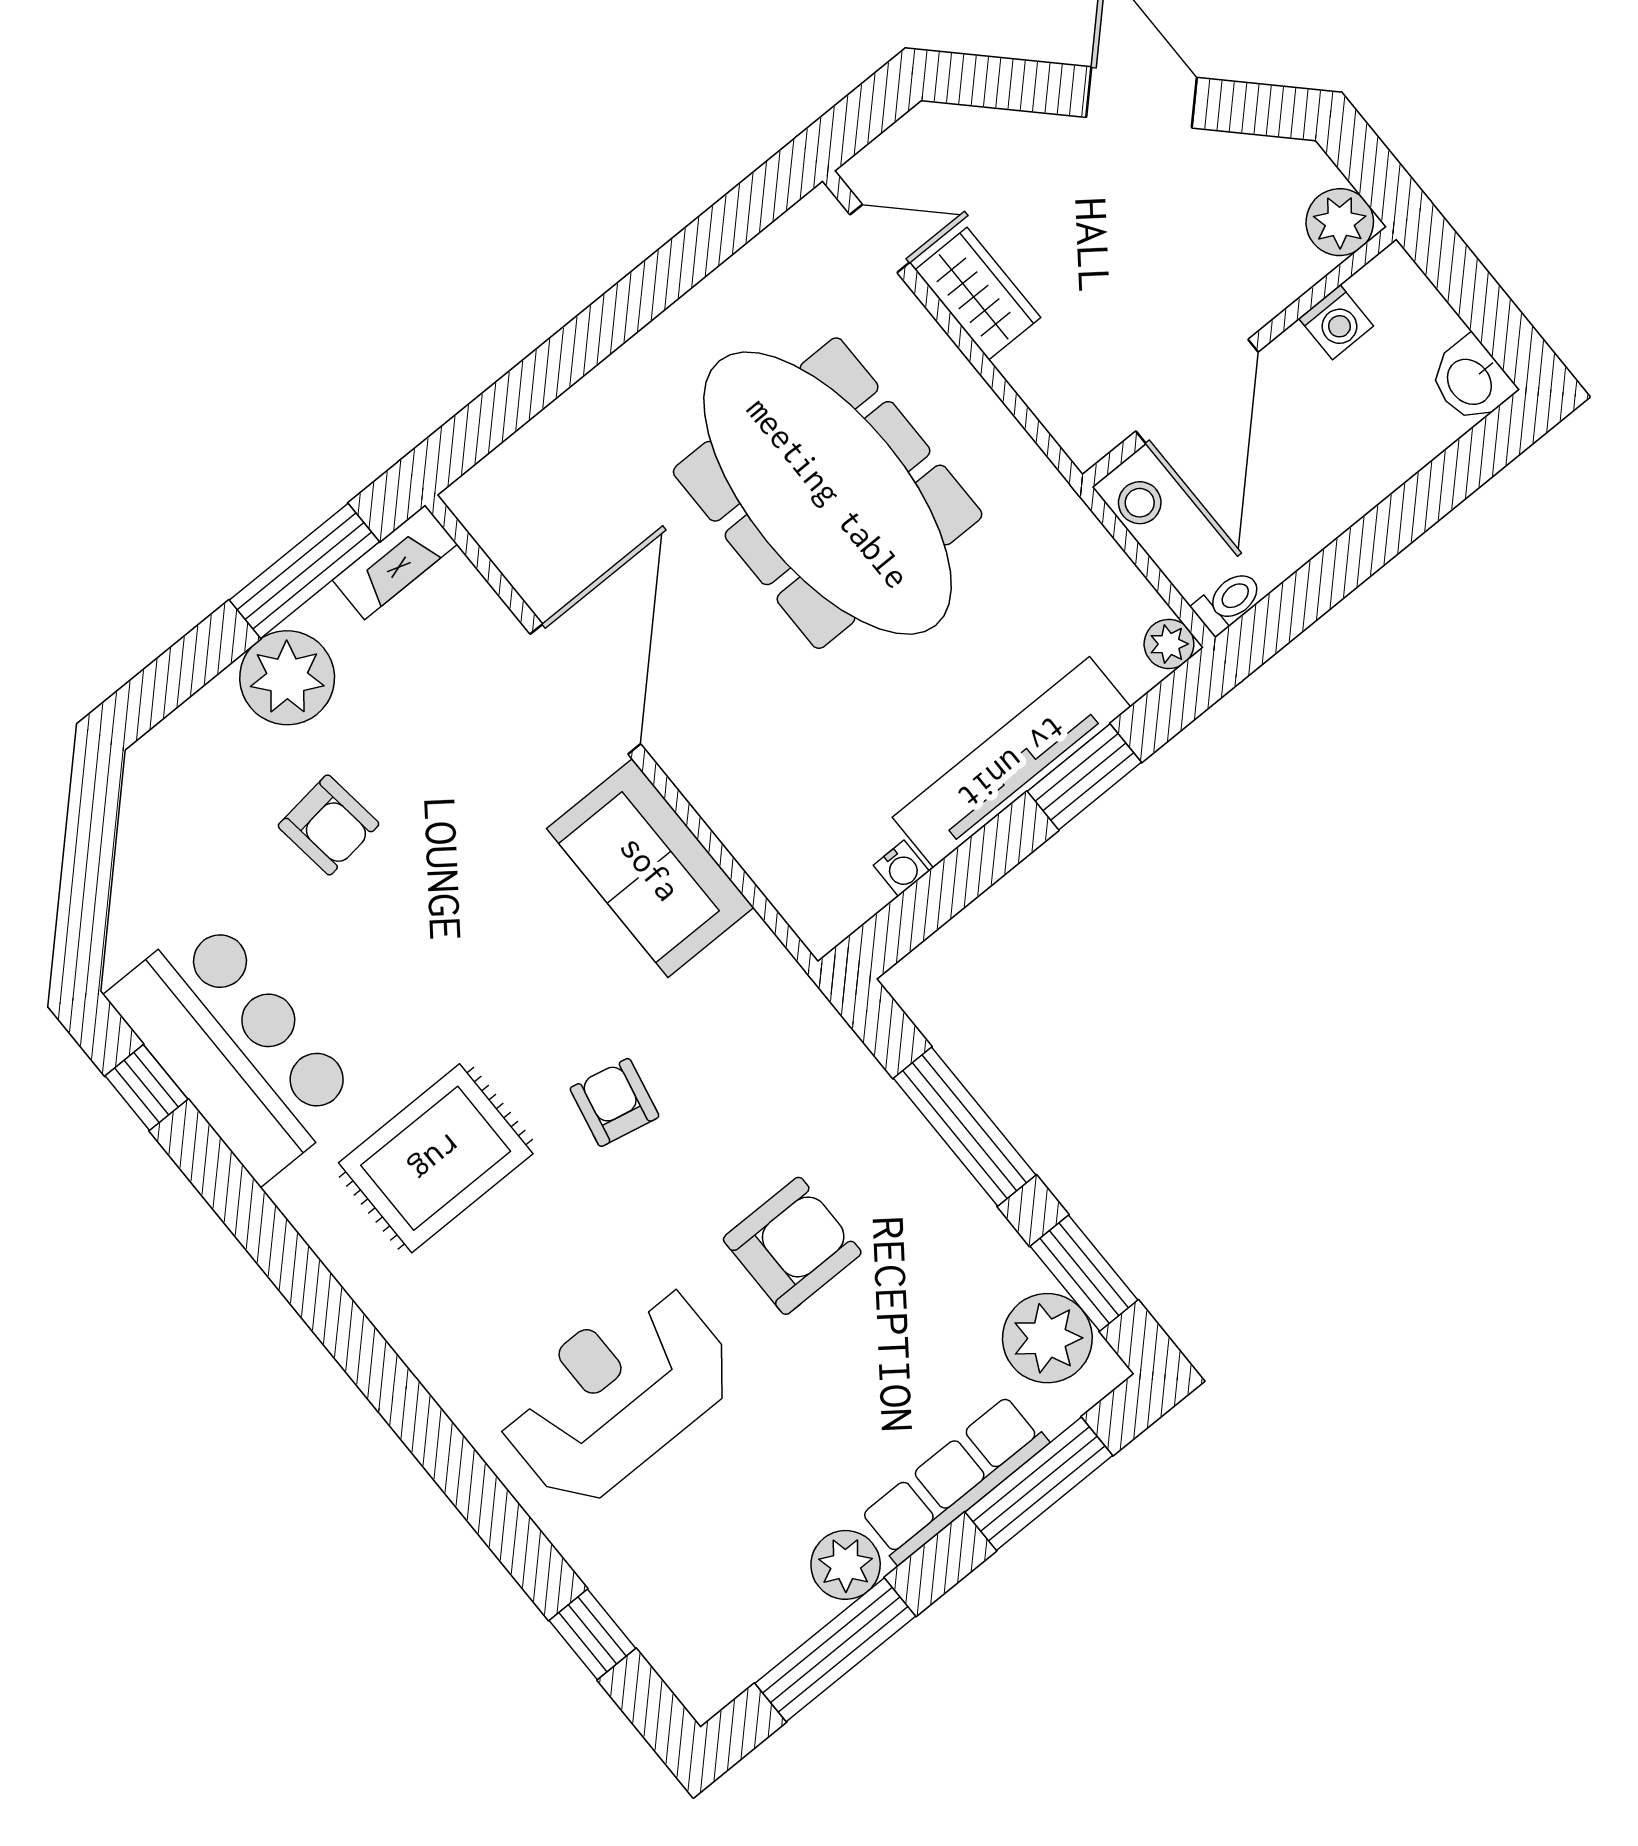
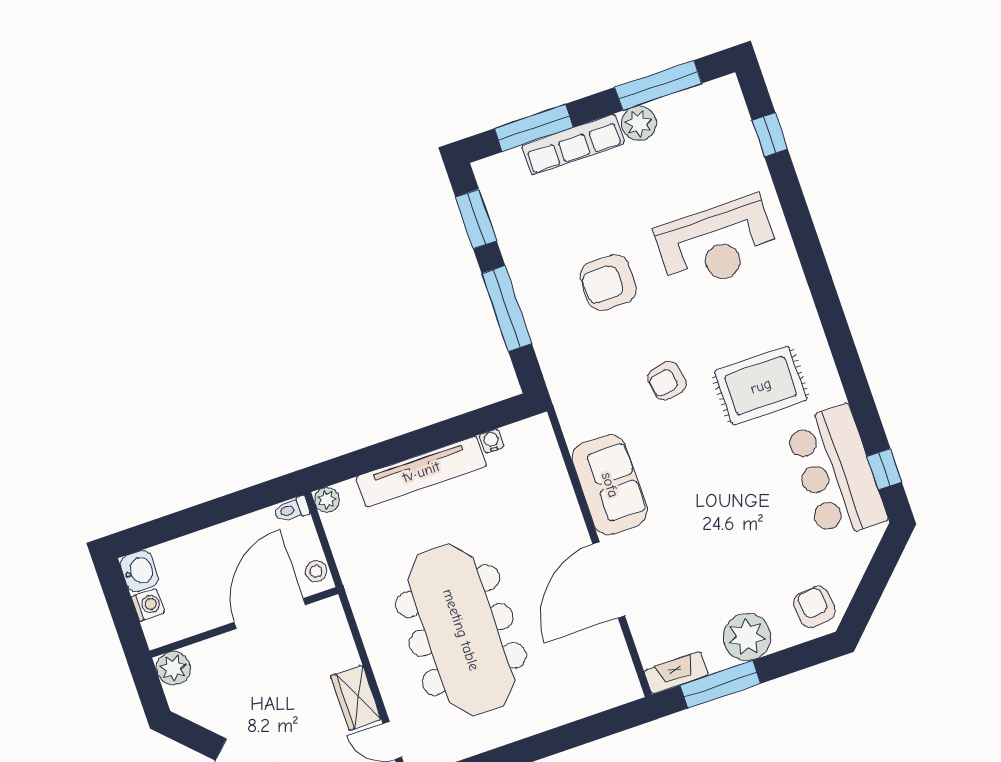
washing machine: (1336, 322) -> (148, 605), moved, turned 90
window: (1084, 777) -> (390, 452), removed
armchair: (329, 825) -> (814, 607), moved
armchair: (614, 1102) -> (667, 381), turned 67
plant: (1047, 1338) -> (505, 195), removed

